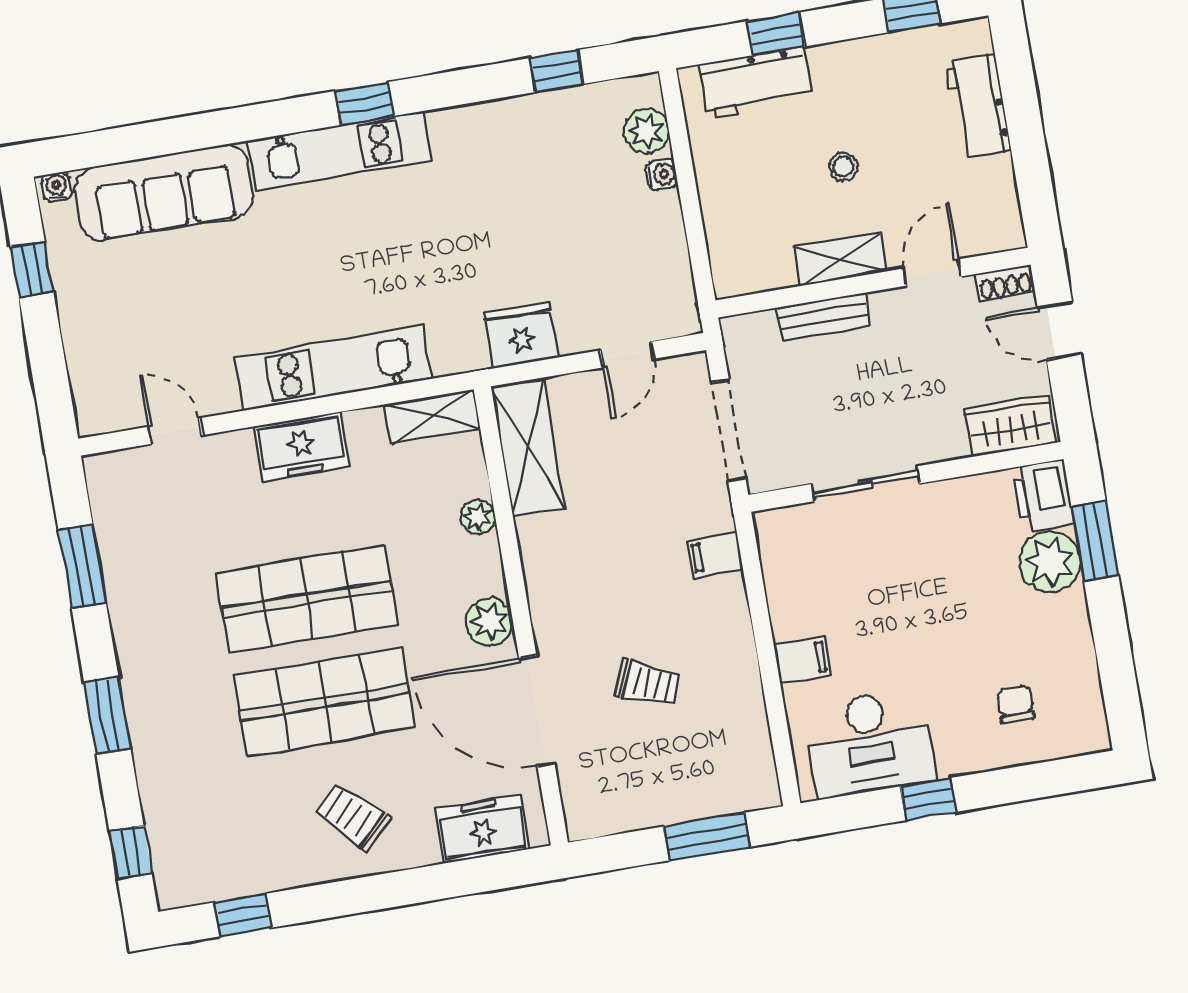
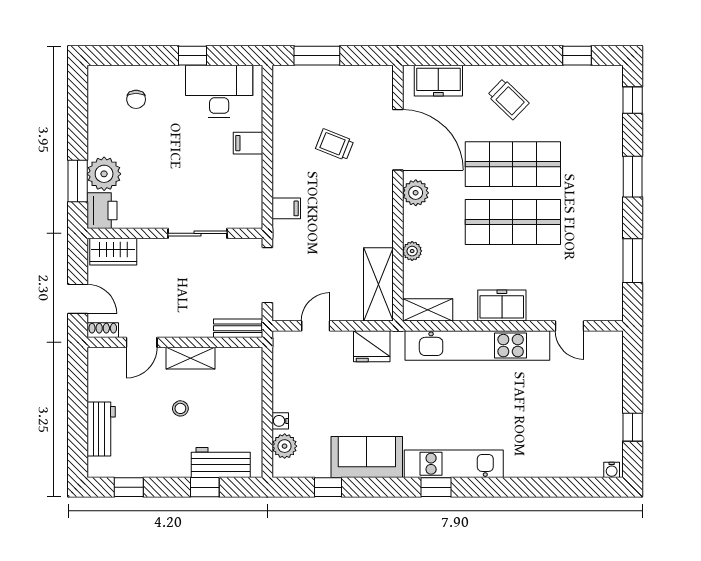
sofa: (164, 193) -> (367, 457), moved, width x0.73
bench: (823, 317) -> (238, 328), moved
kitchen unit: (333, 368) -> (477, 346), width x1.36

